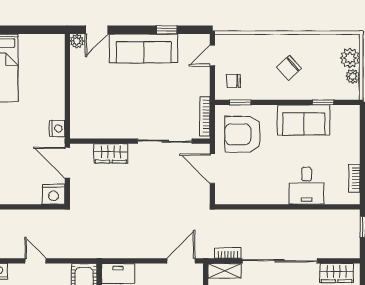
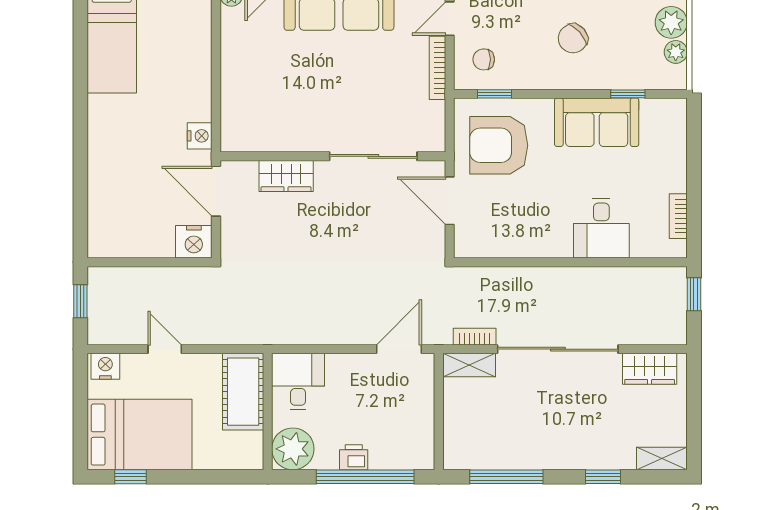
bookcase: (205, 116) -> (437, 68), moved

